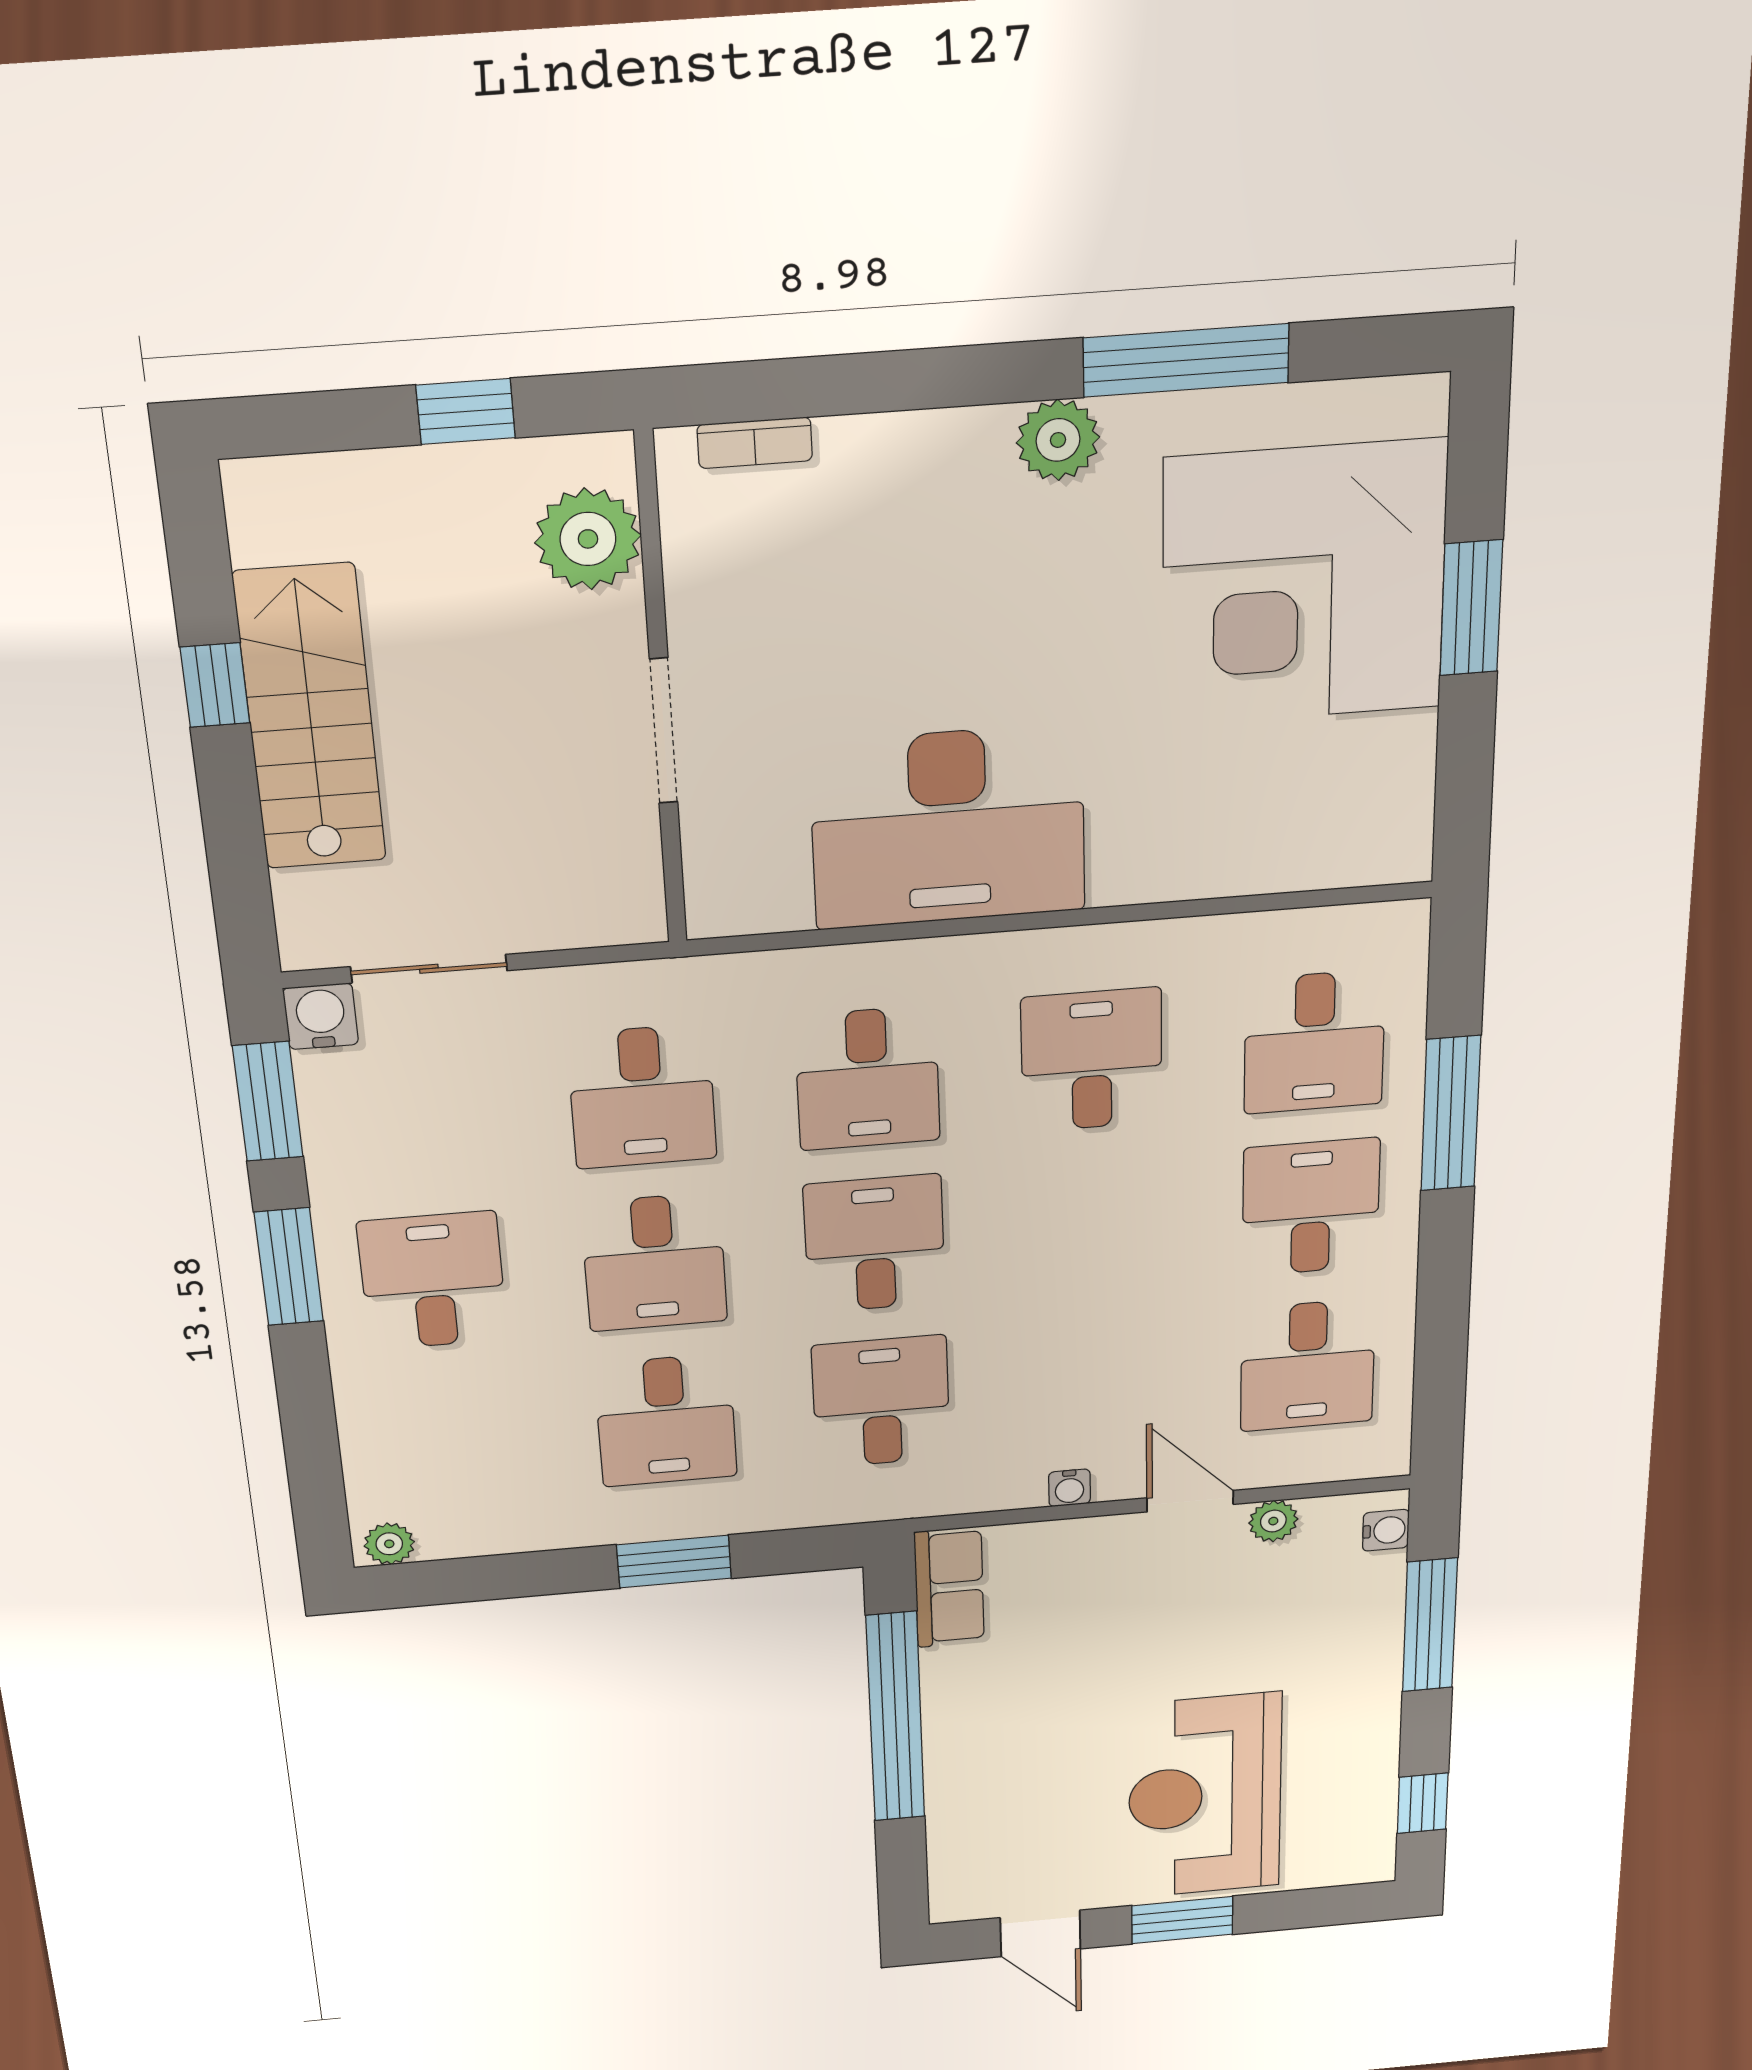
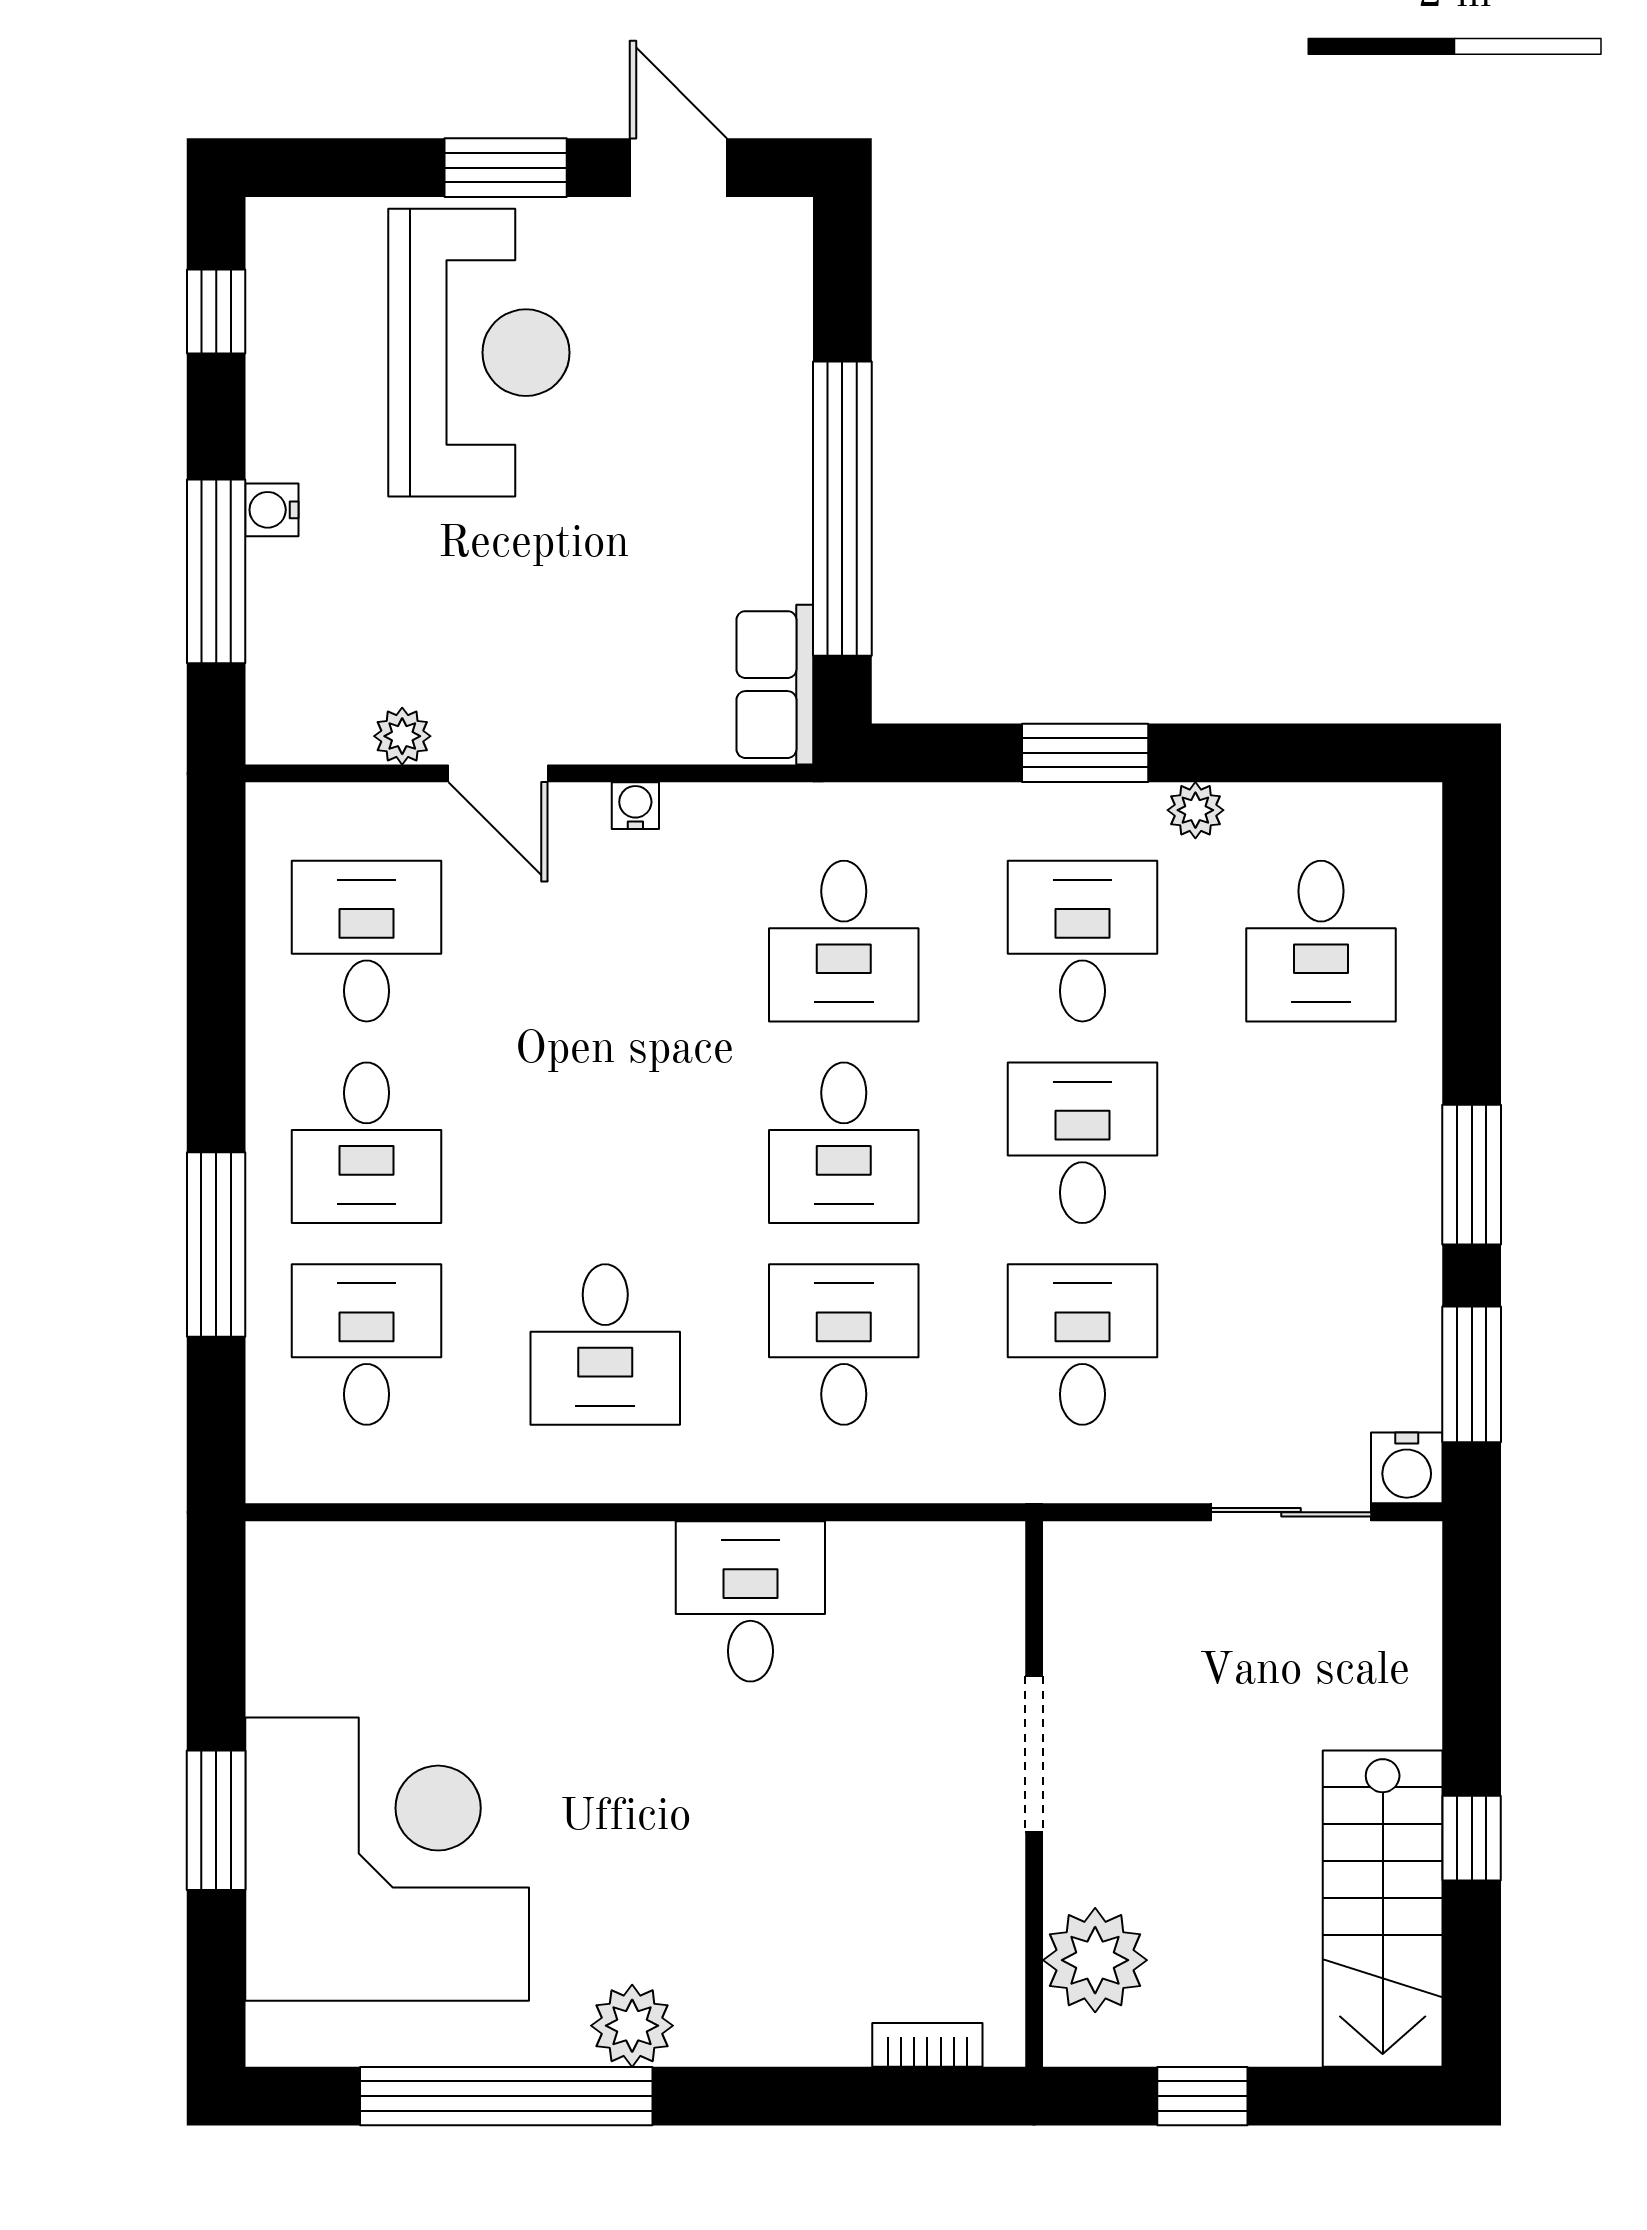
window: (1186, 360) -> (506, 2096), width x1.46
stairs: (310, 718) -> (1383, 1909), moved
desk: (948, 827) -> (750, 1601), width x0.53, depth x0.77
desk: (433, 1281) -> (1321, 941), moved
water cooler: (1386, 1530) -> (272, 510), moved
plant: (389, 1544) -> (1195, 810), moved

